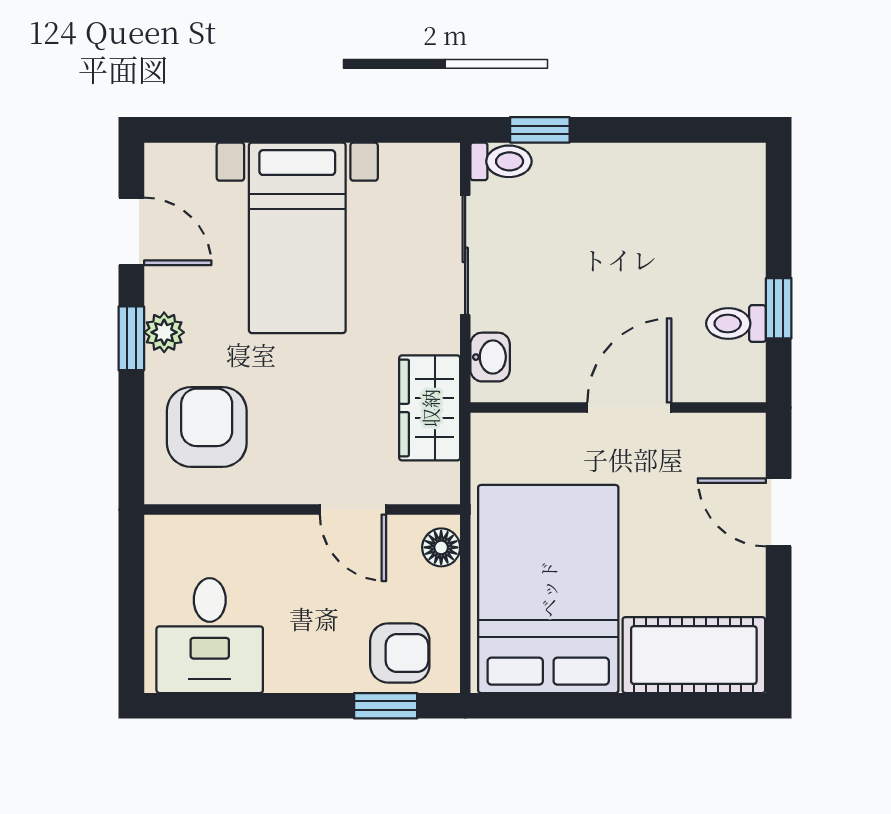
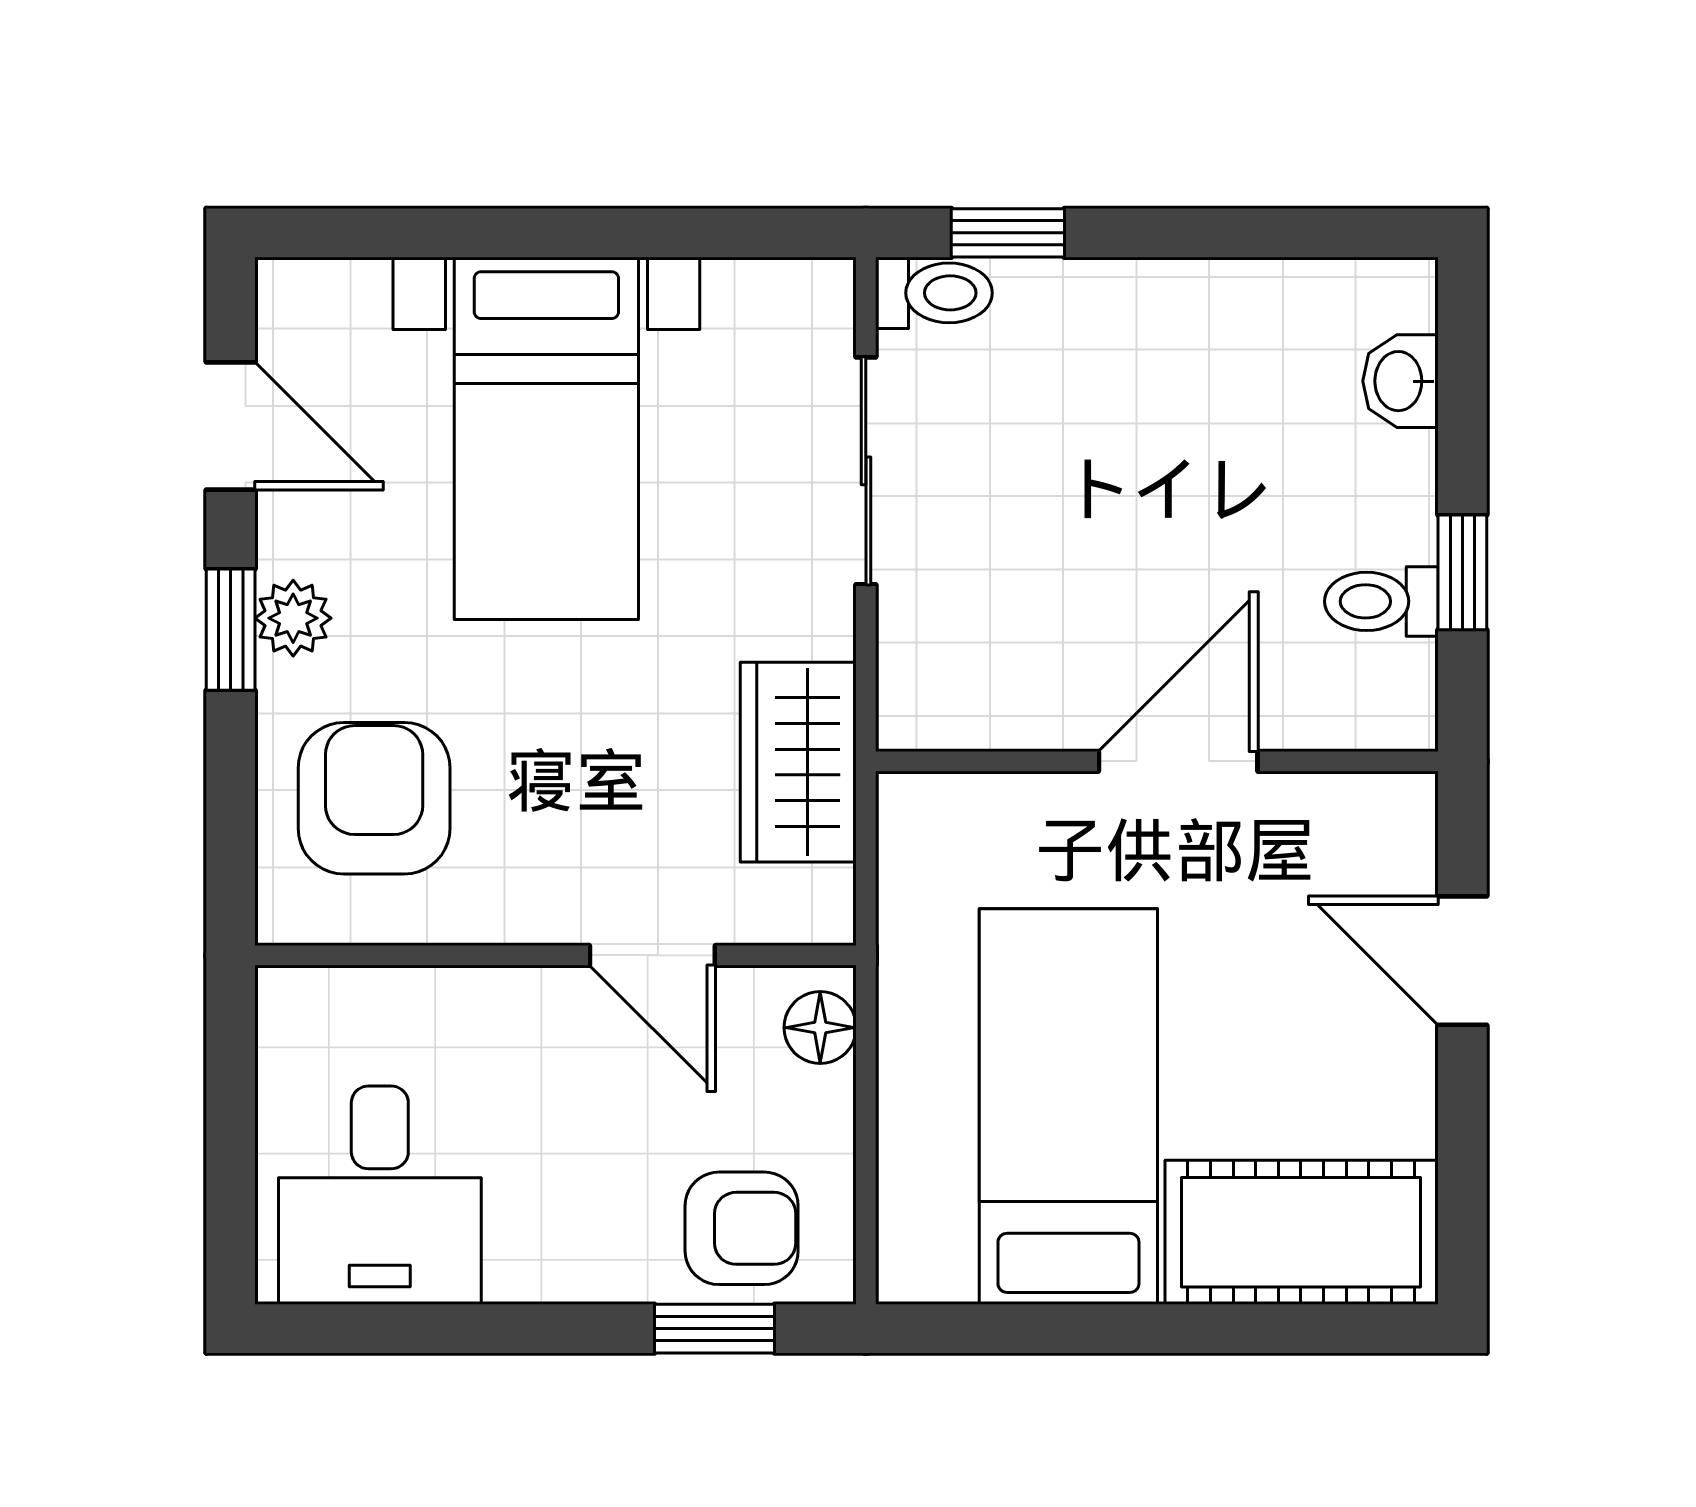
washbasin: (490, 357) -> (1401, 381), moved, turned 180
bed: (548, 589) -> (1068, 1107), width x0.67

